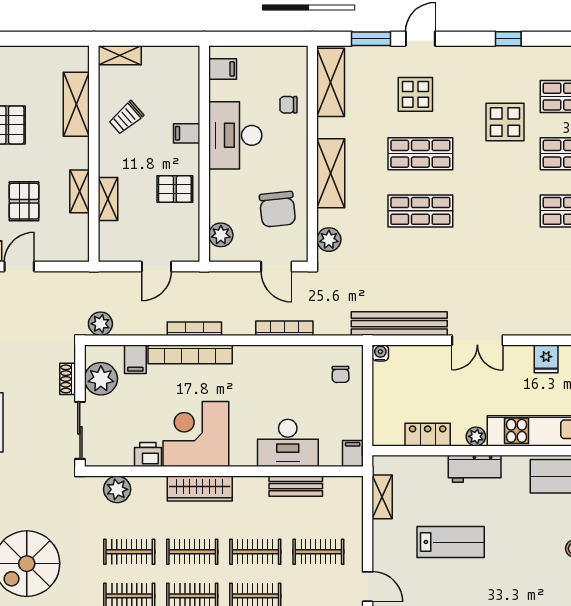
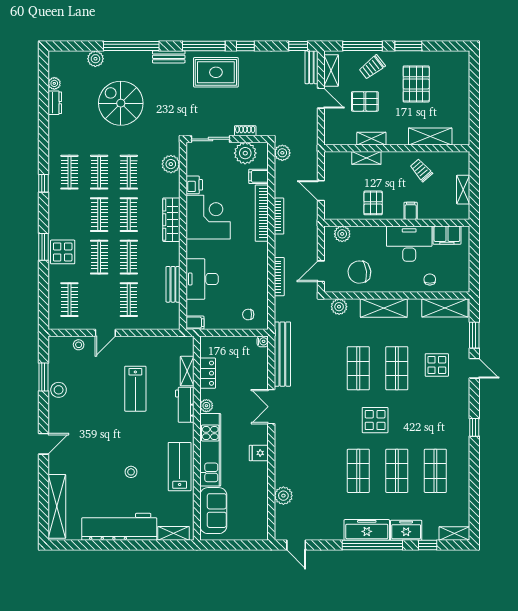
shelving: (120, 55) -> (463, 190), moved
filing cabinet: (223, 69) -> (447, 235), width x2.00
display table: (505, 122) -> (375, 420), moved
shelving: (382, 497) -> (187, 371), moved, turned 90

